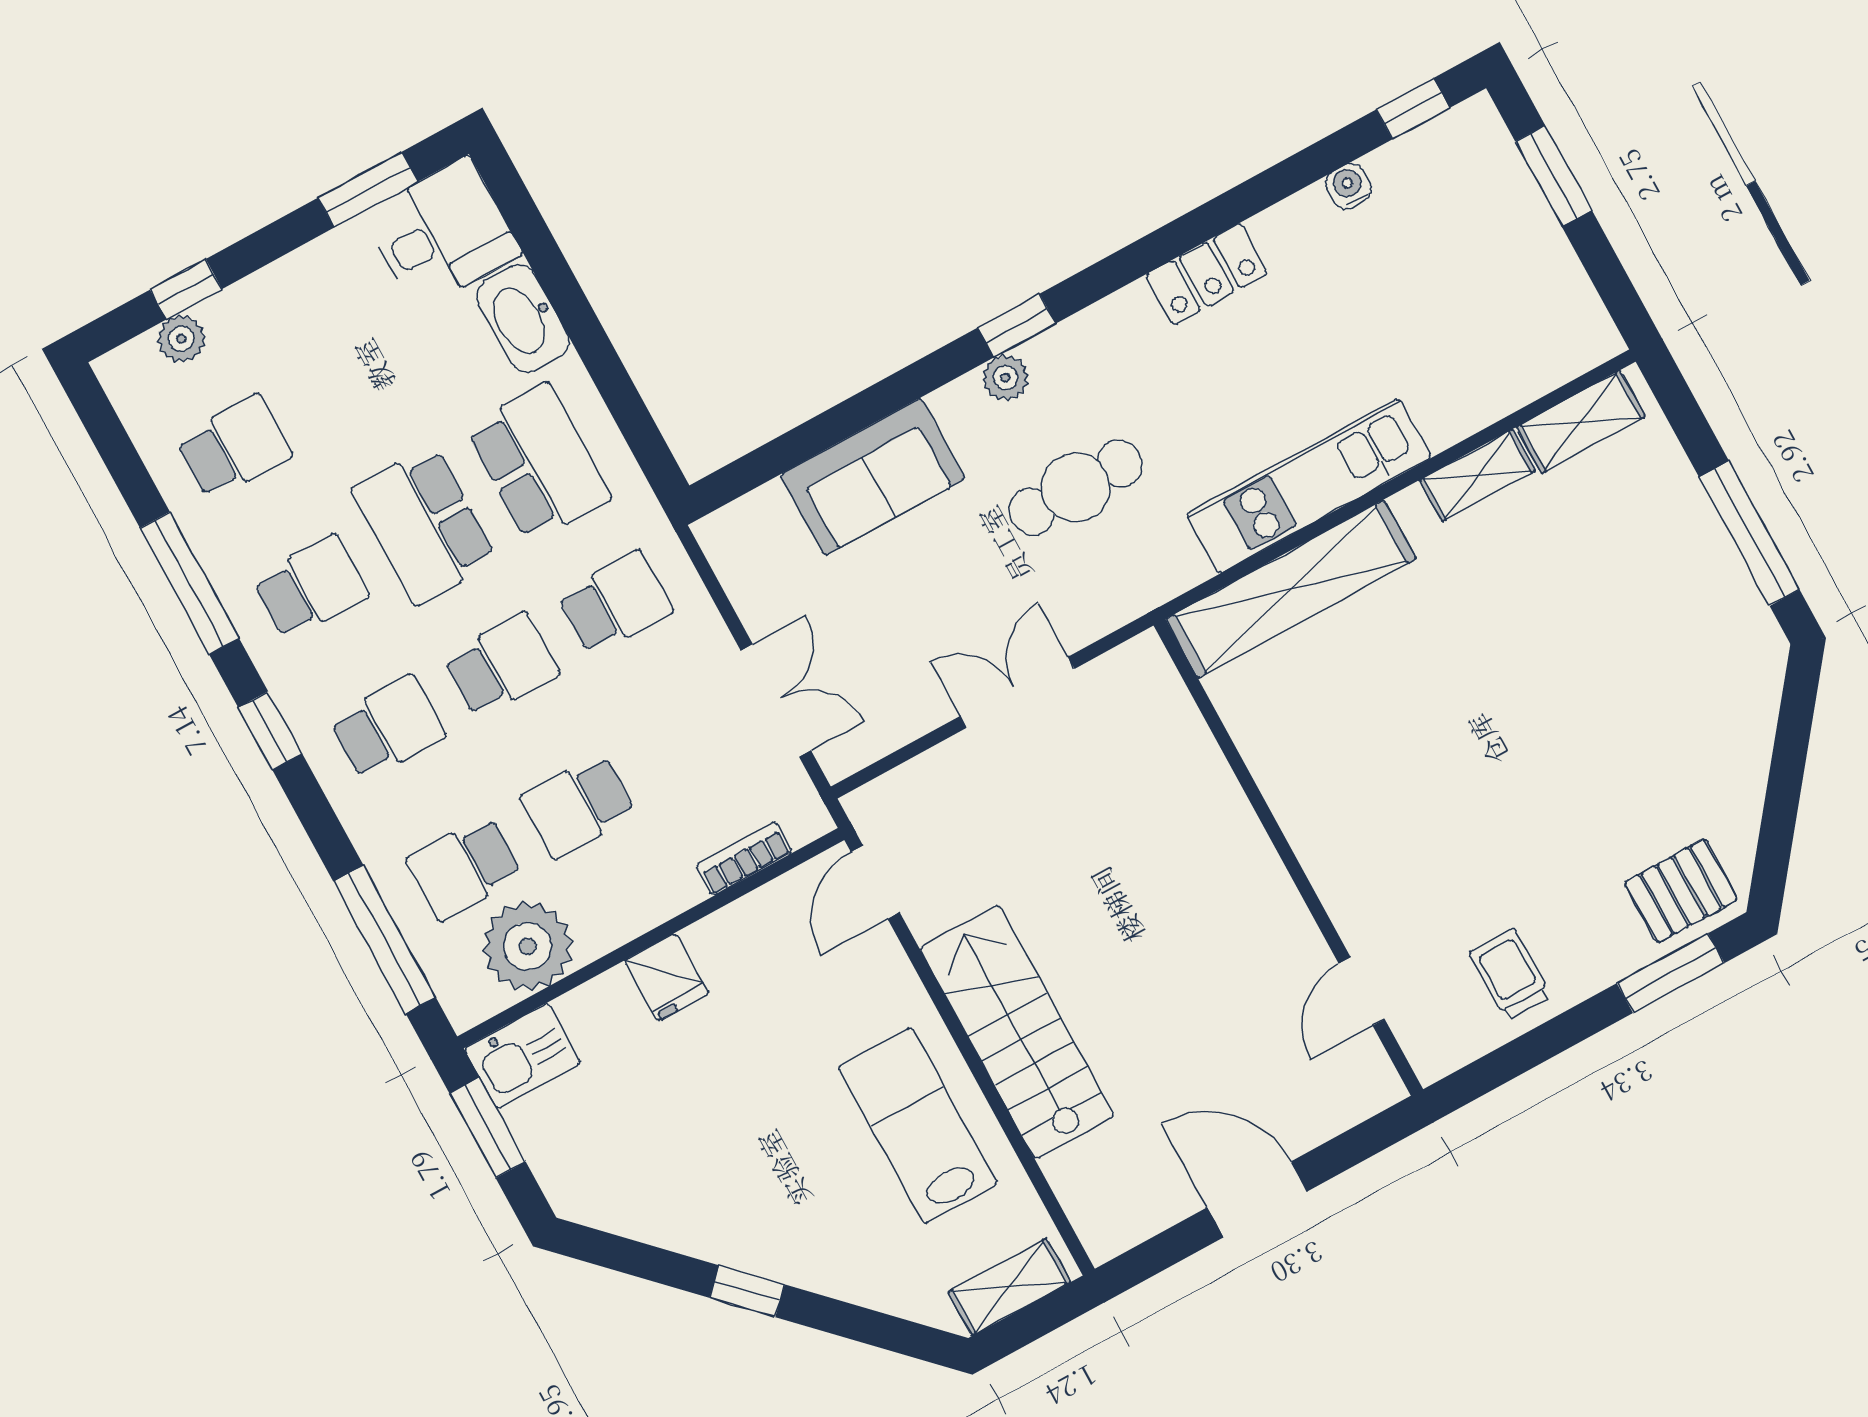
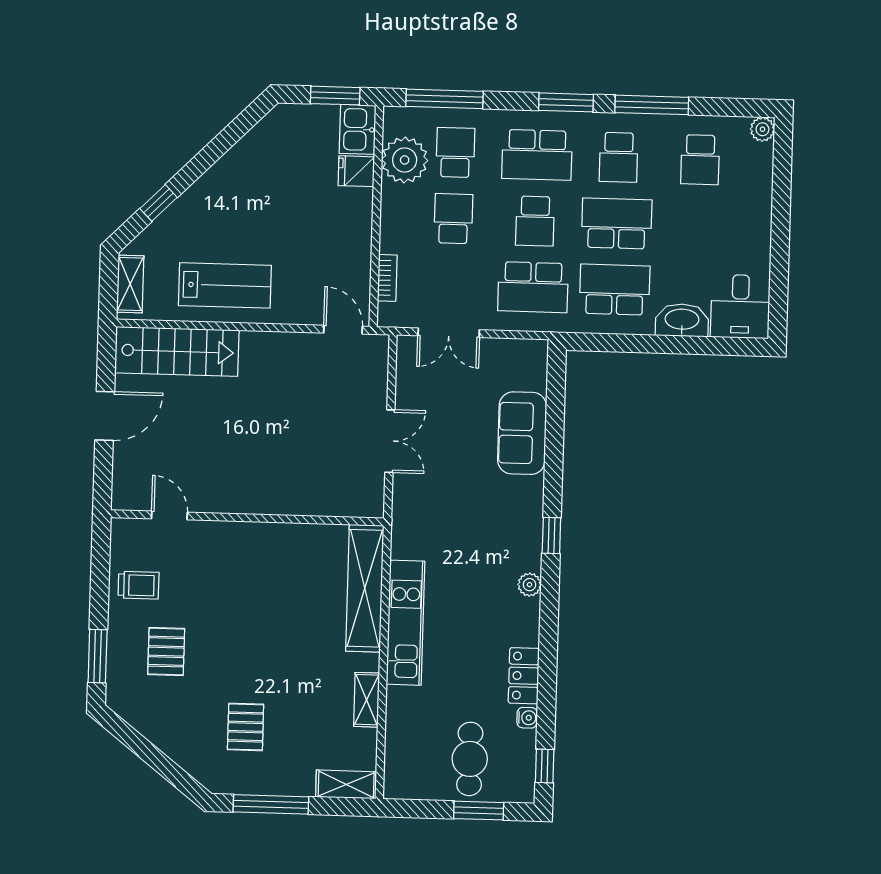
window: (368, 190) -> (779, 285), removed
locker: (1207, 274) -> (524, 676), moved
window: (186, 289) -> (782, 179), removed
plant: (181, 339) -> (762, 129), moved
plant: (1005, 378) -> (530, 585), moved
shelving: (1581, 422) -> (346, 784), moved, turned 90
school desk: (538, 463) -> (615, 290), turned 180
cafe table: (1076, 488) -> (470, 759), moved
school desk: (615, 603) -> (533, 287), width x1.85
pallet: (1644, 653) -> (246, 727), added
school desk: (388, 728) -> (537, 155), width x1.85
window: (270, 731) -> (566, 102), width x1.50
pallet: (1681, 891) -> (166, 652), moved
fridge: (667, 977) -> (356, 171), moved
stairs: (1017, 1032) -> (177, 351), moved
window: (747, 1291) -> (159, 203), moved

